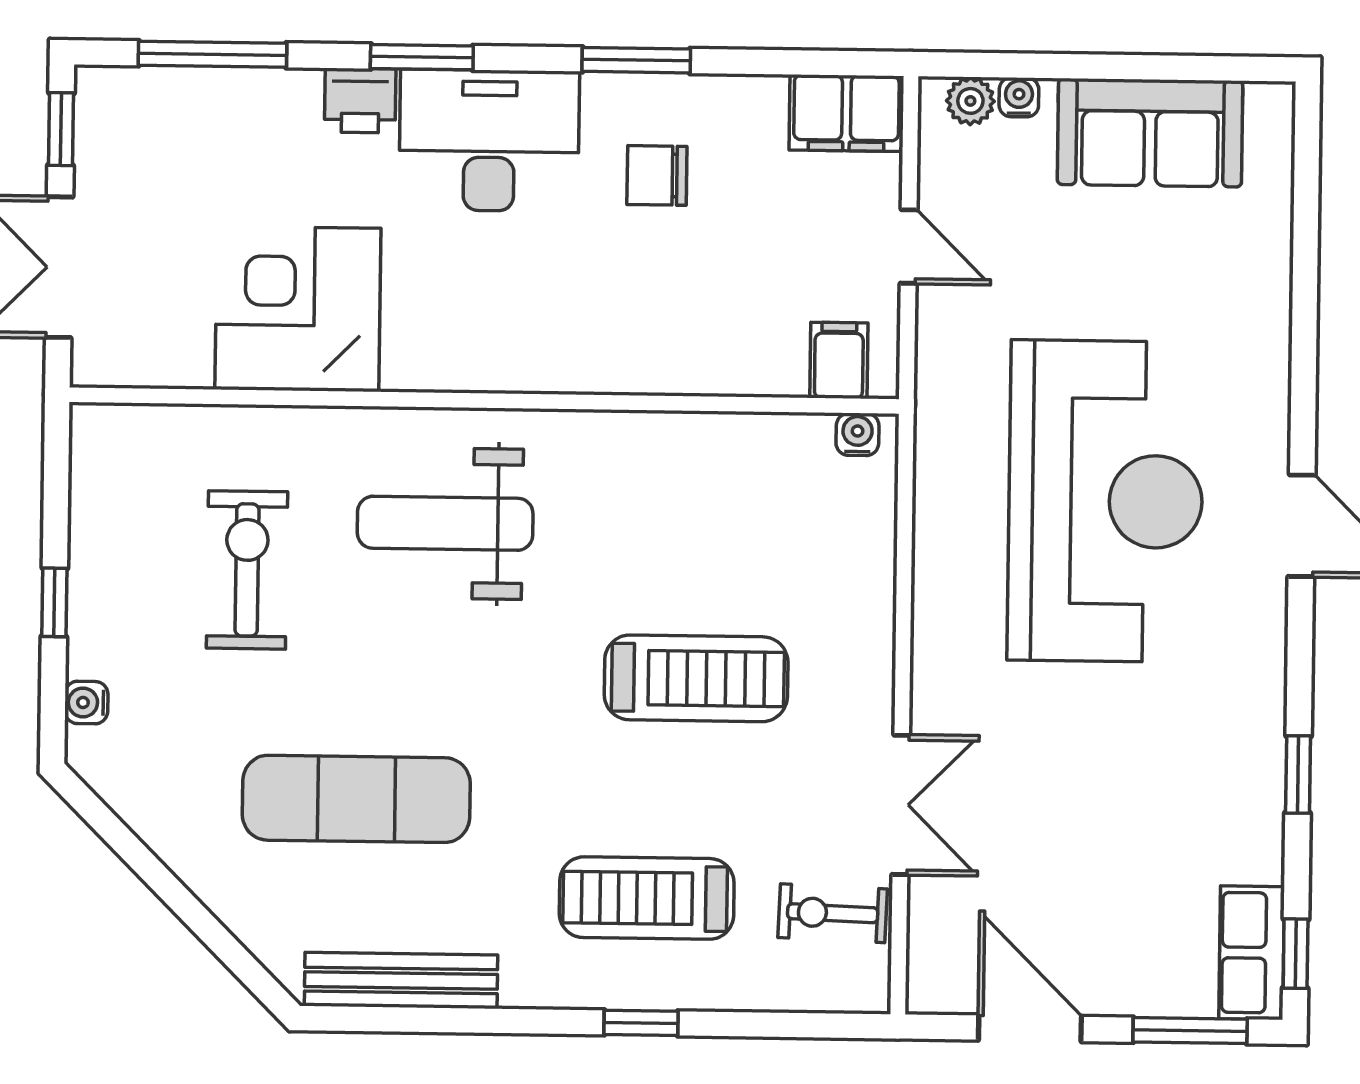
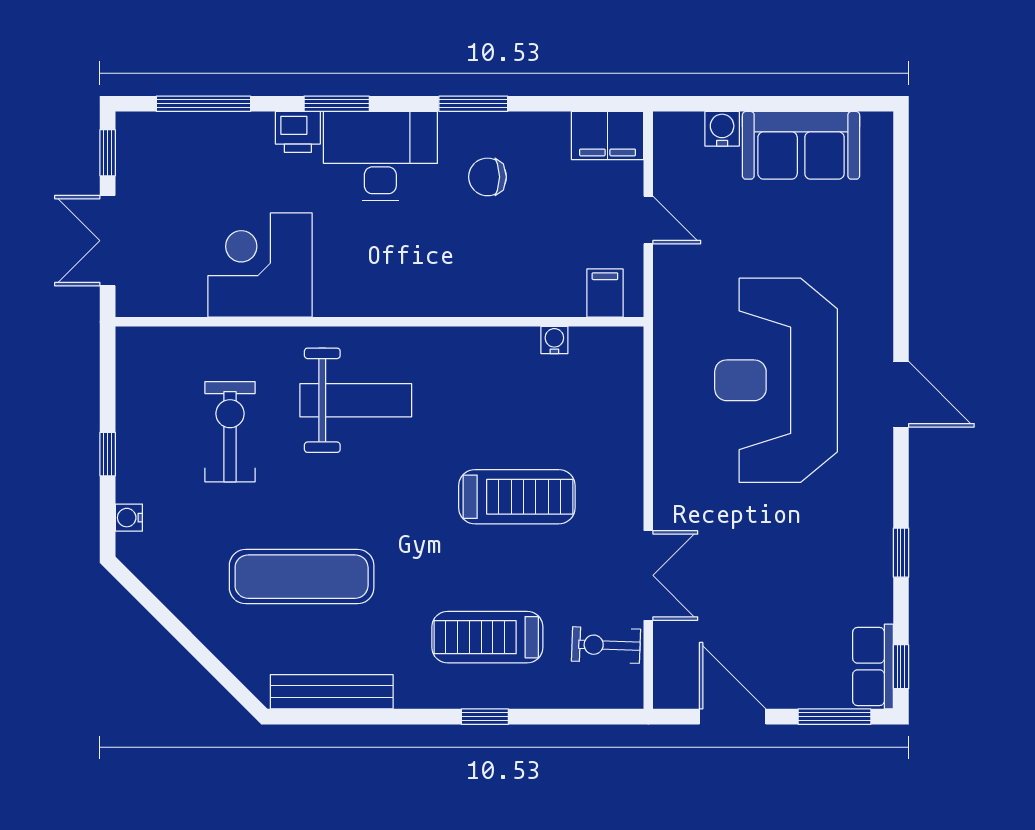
water cooler: (1019, 97) -> (722, 129), width x1.38, depth x1.38
plant: (970, 101) -> (686, 127), removed
water cooler: (857, 434) -> (554, 340), moved
reception desk: (1106, 501) -> (776, 380), turned 180
weight bench: (445, 523) -> (356, 400), turned 180

